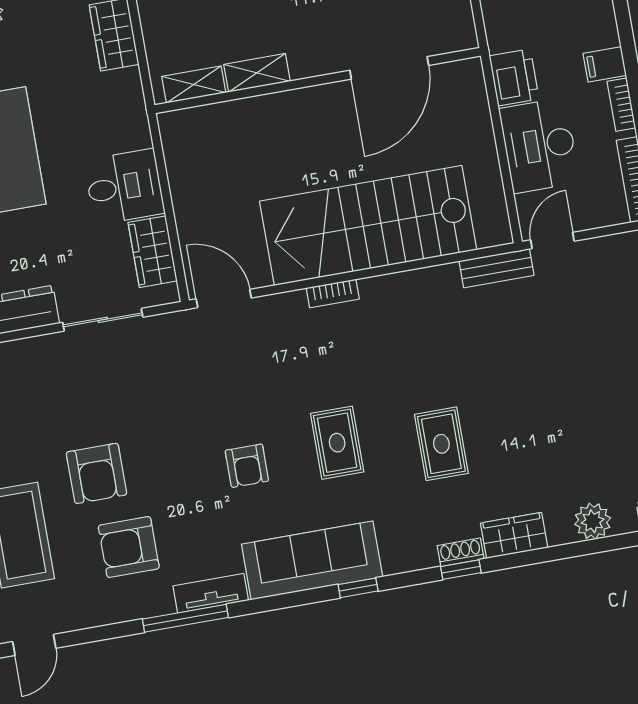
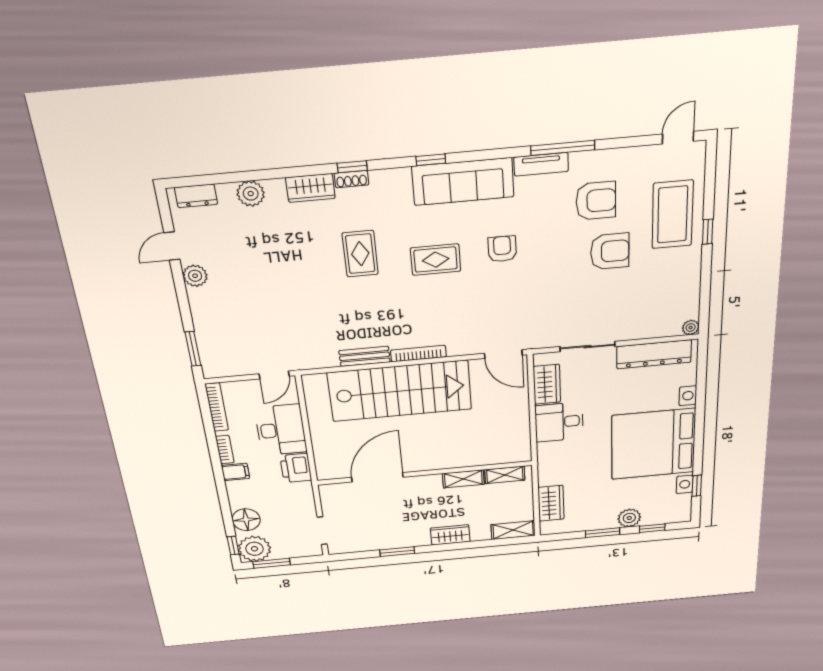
bench: (497, 268) -> (365, 356), moved
bookcase: (333, 293) -> (418, 354), width x1.56
rug: (337, 443) -> (436, 260), turned 90
armchair: (96, 473) -> (610, 251), turned 90

